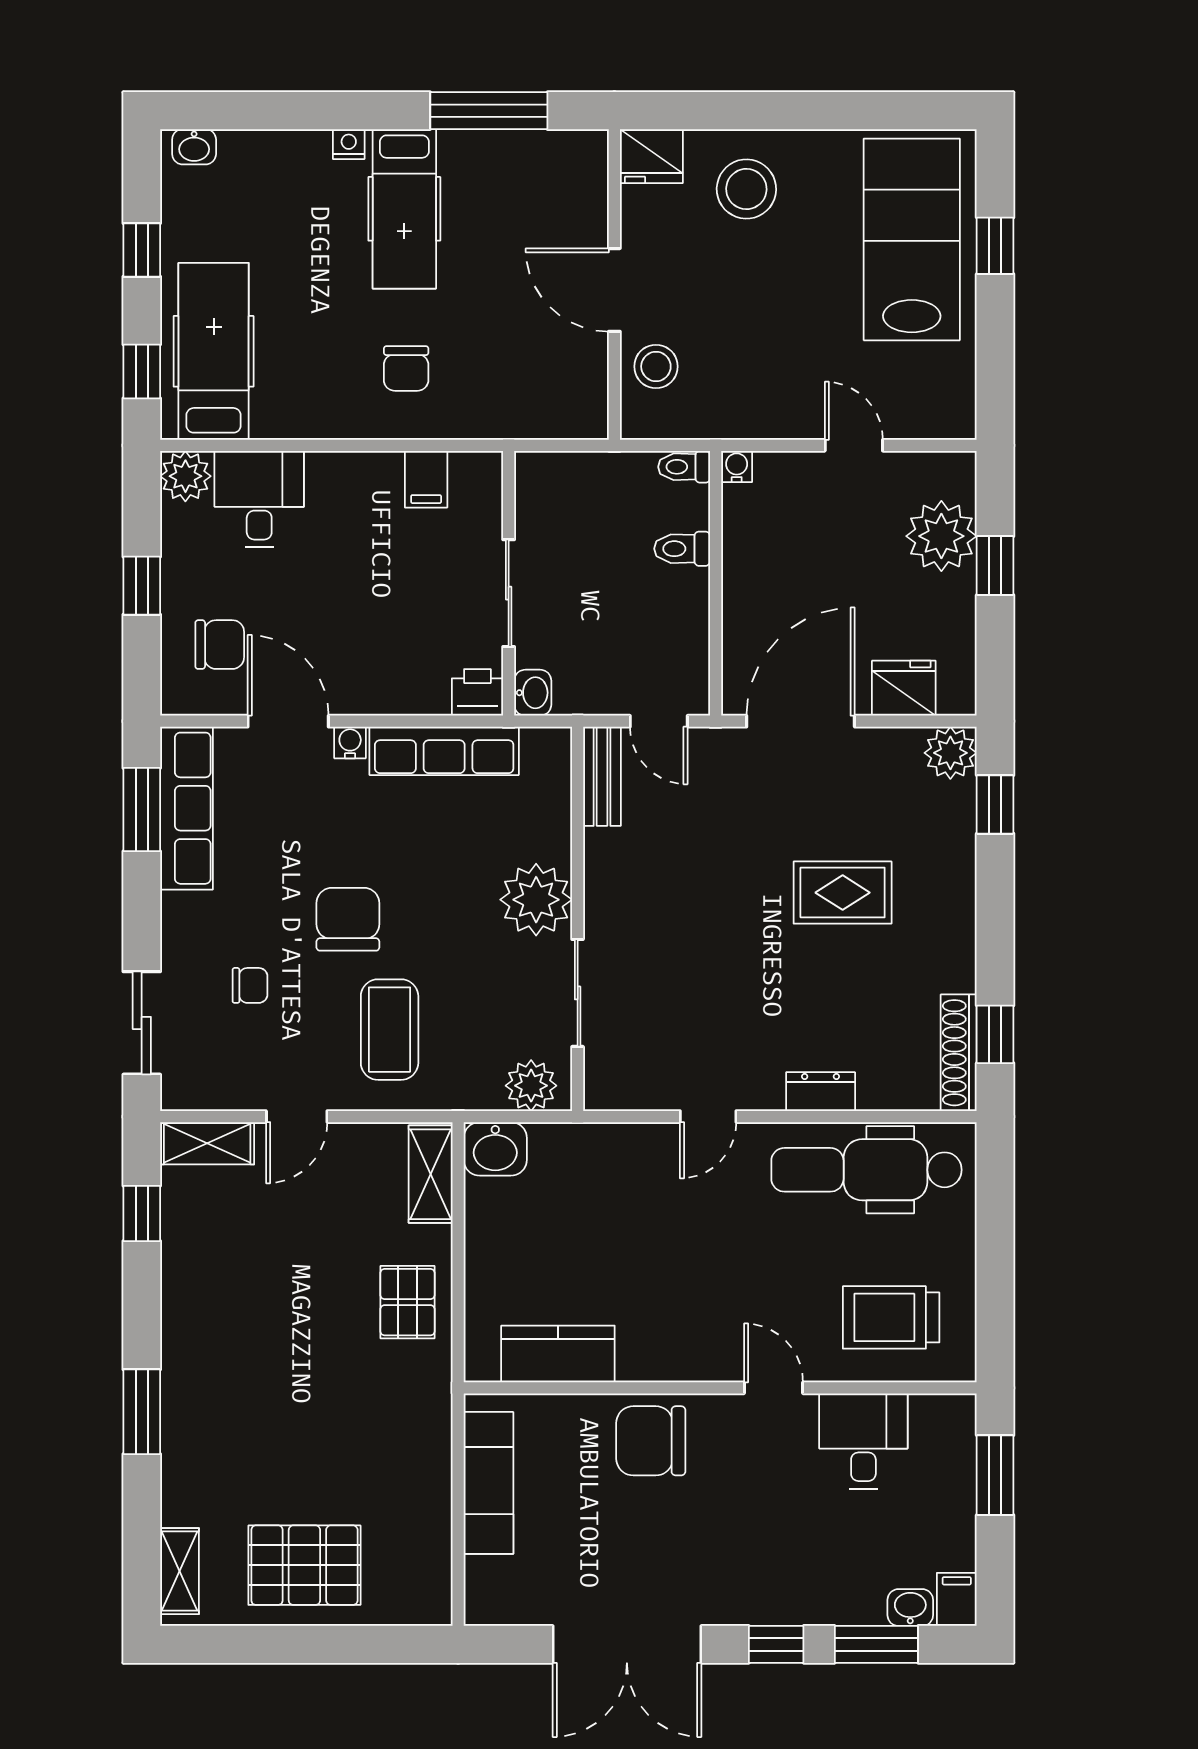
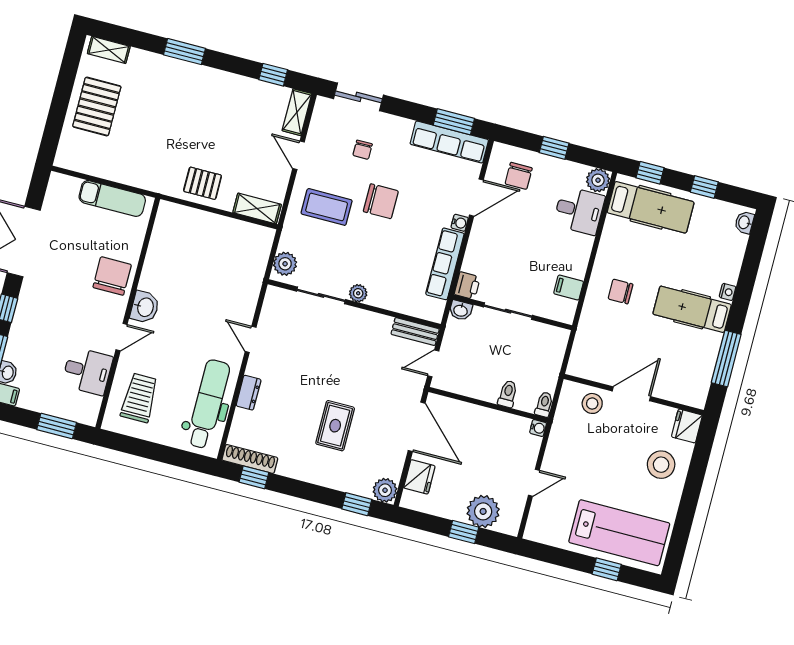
plant: (536, 900) -> (358, 293), width x0.53, depth x0.53
washbasin: (495, 1149) -> (145, 307), moved, turned 180
kitchen counter: (558, 1354) -> (162, 245), removed

